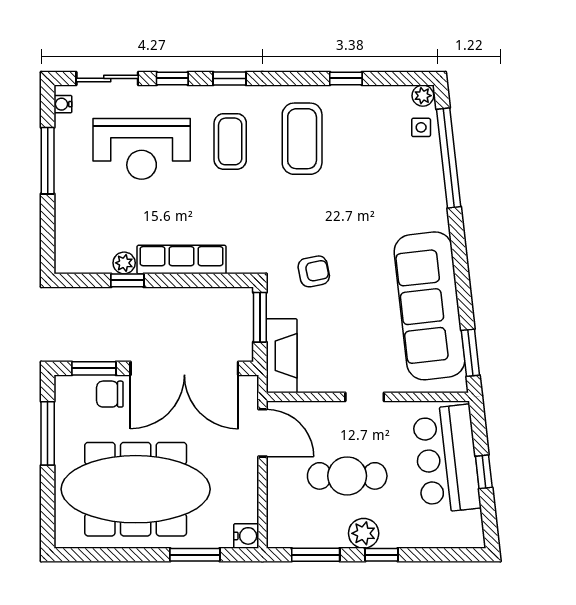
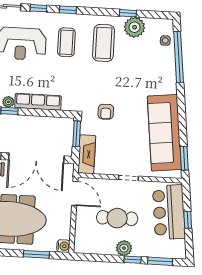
plant: (423, 96) -> (135, 27), moved, width x1.87, depth x1.87
armchair: (314, 271) -> (106, 112), turned 101
window: (316, 555) -> (160, 261), moved

